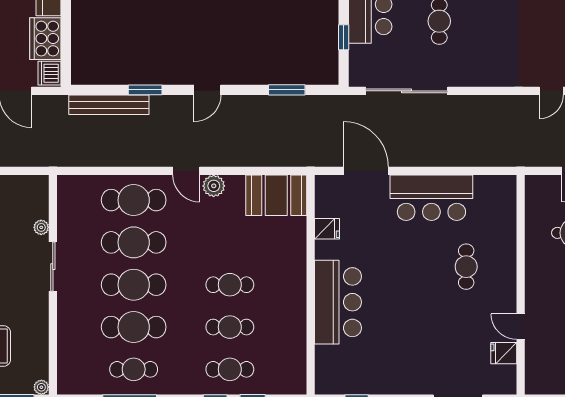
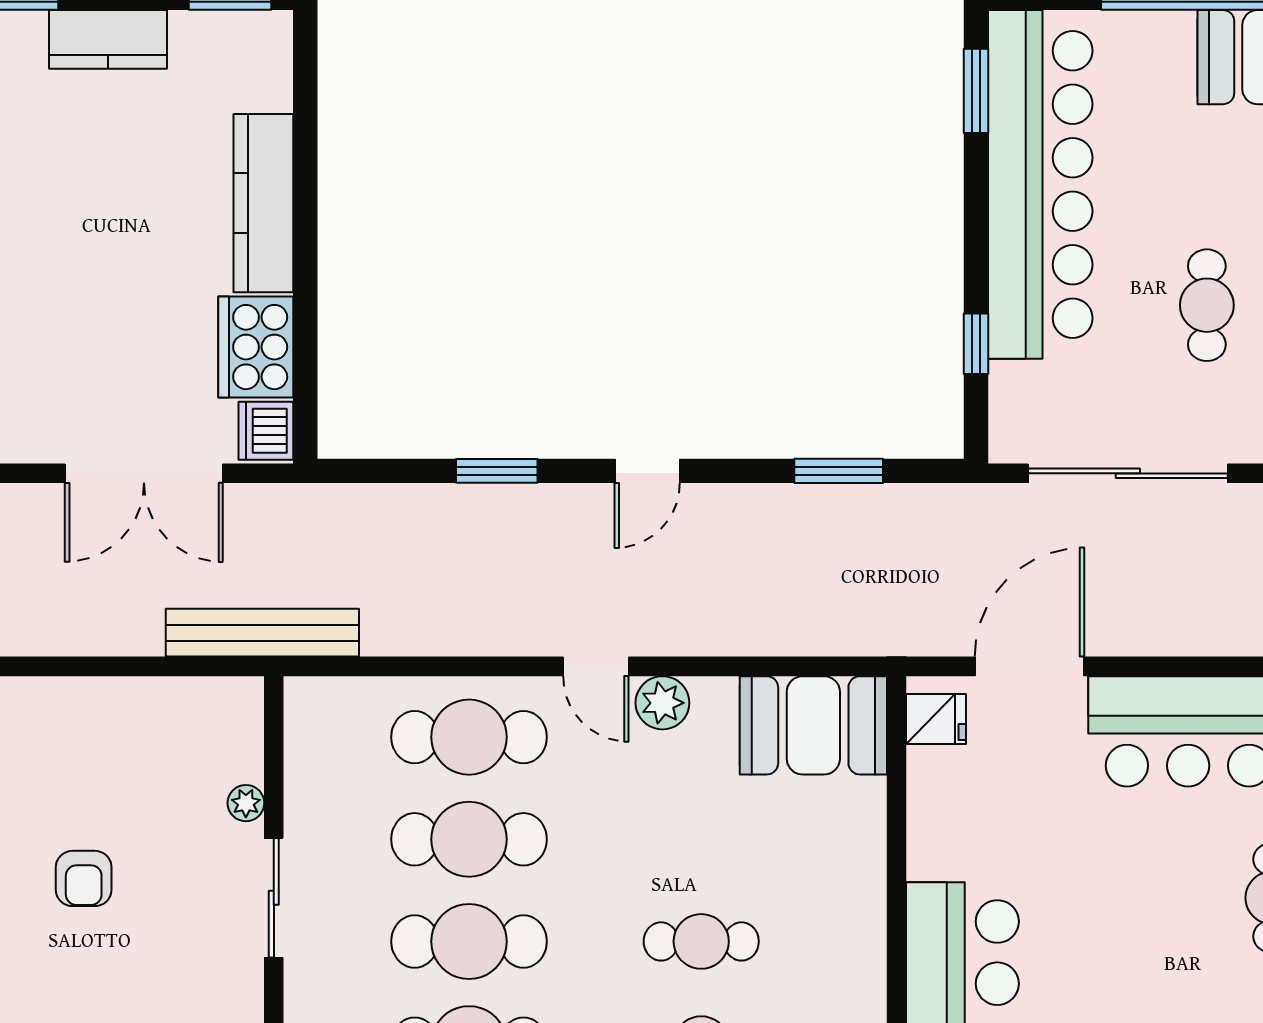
bench: (109, 105) -> (262, 633), moved
door: (366, 171) -> (1030, 666), hinge flipped
fridge: (327, 229) -> (936, 719), moved

